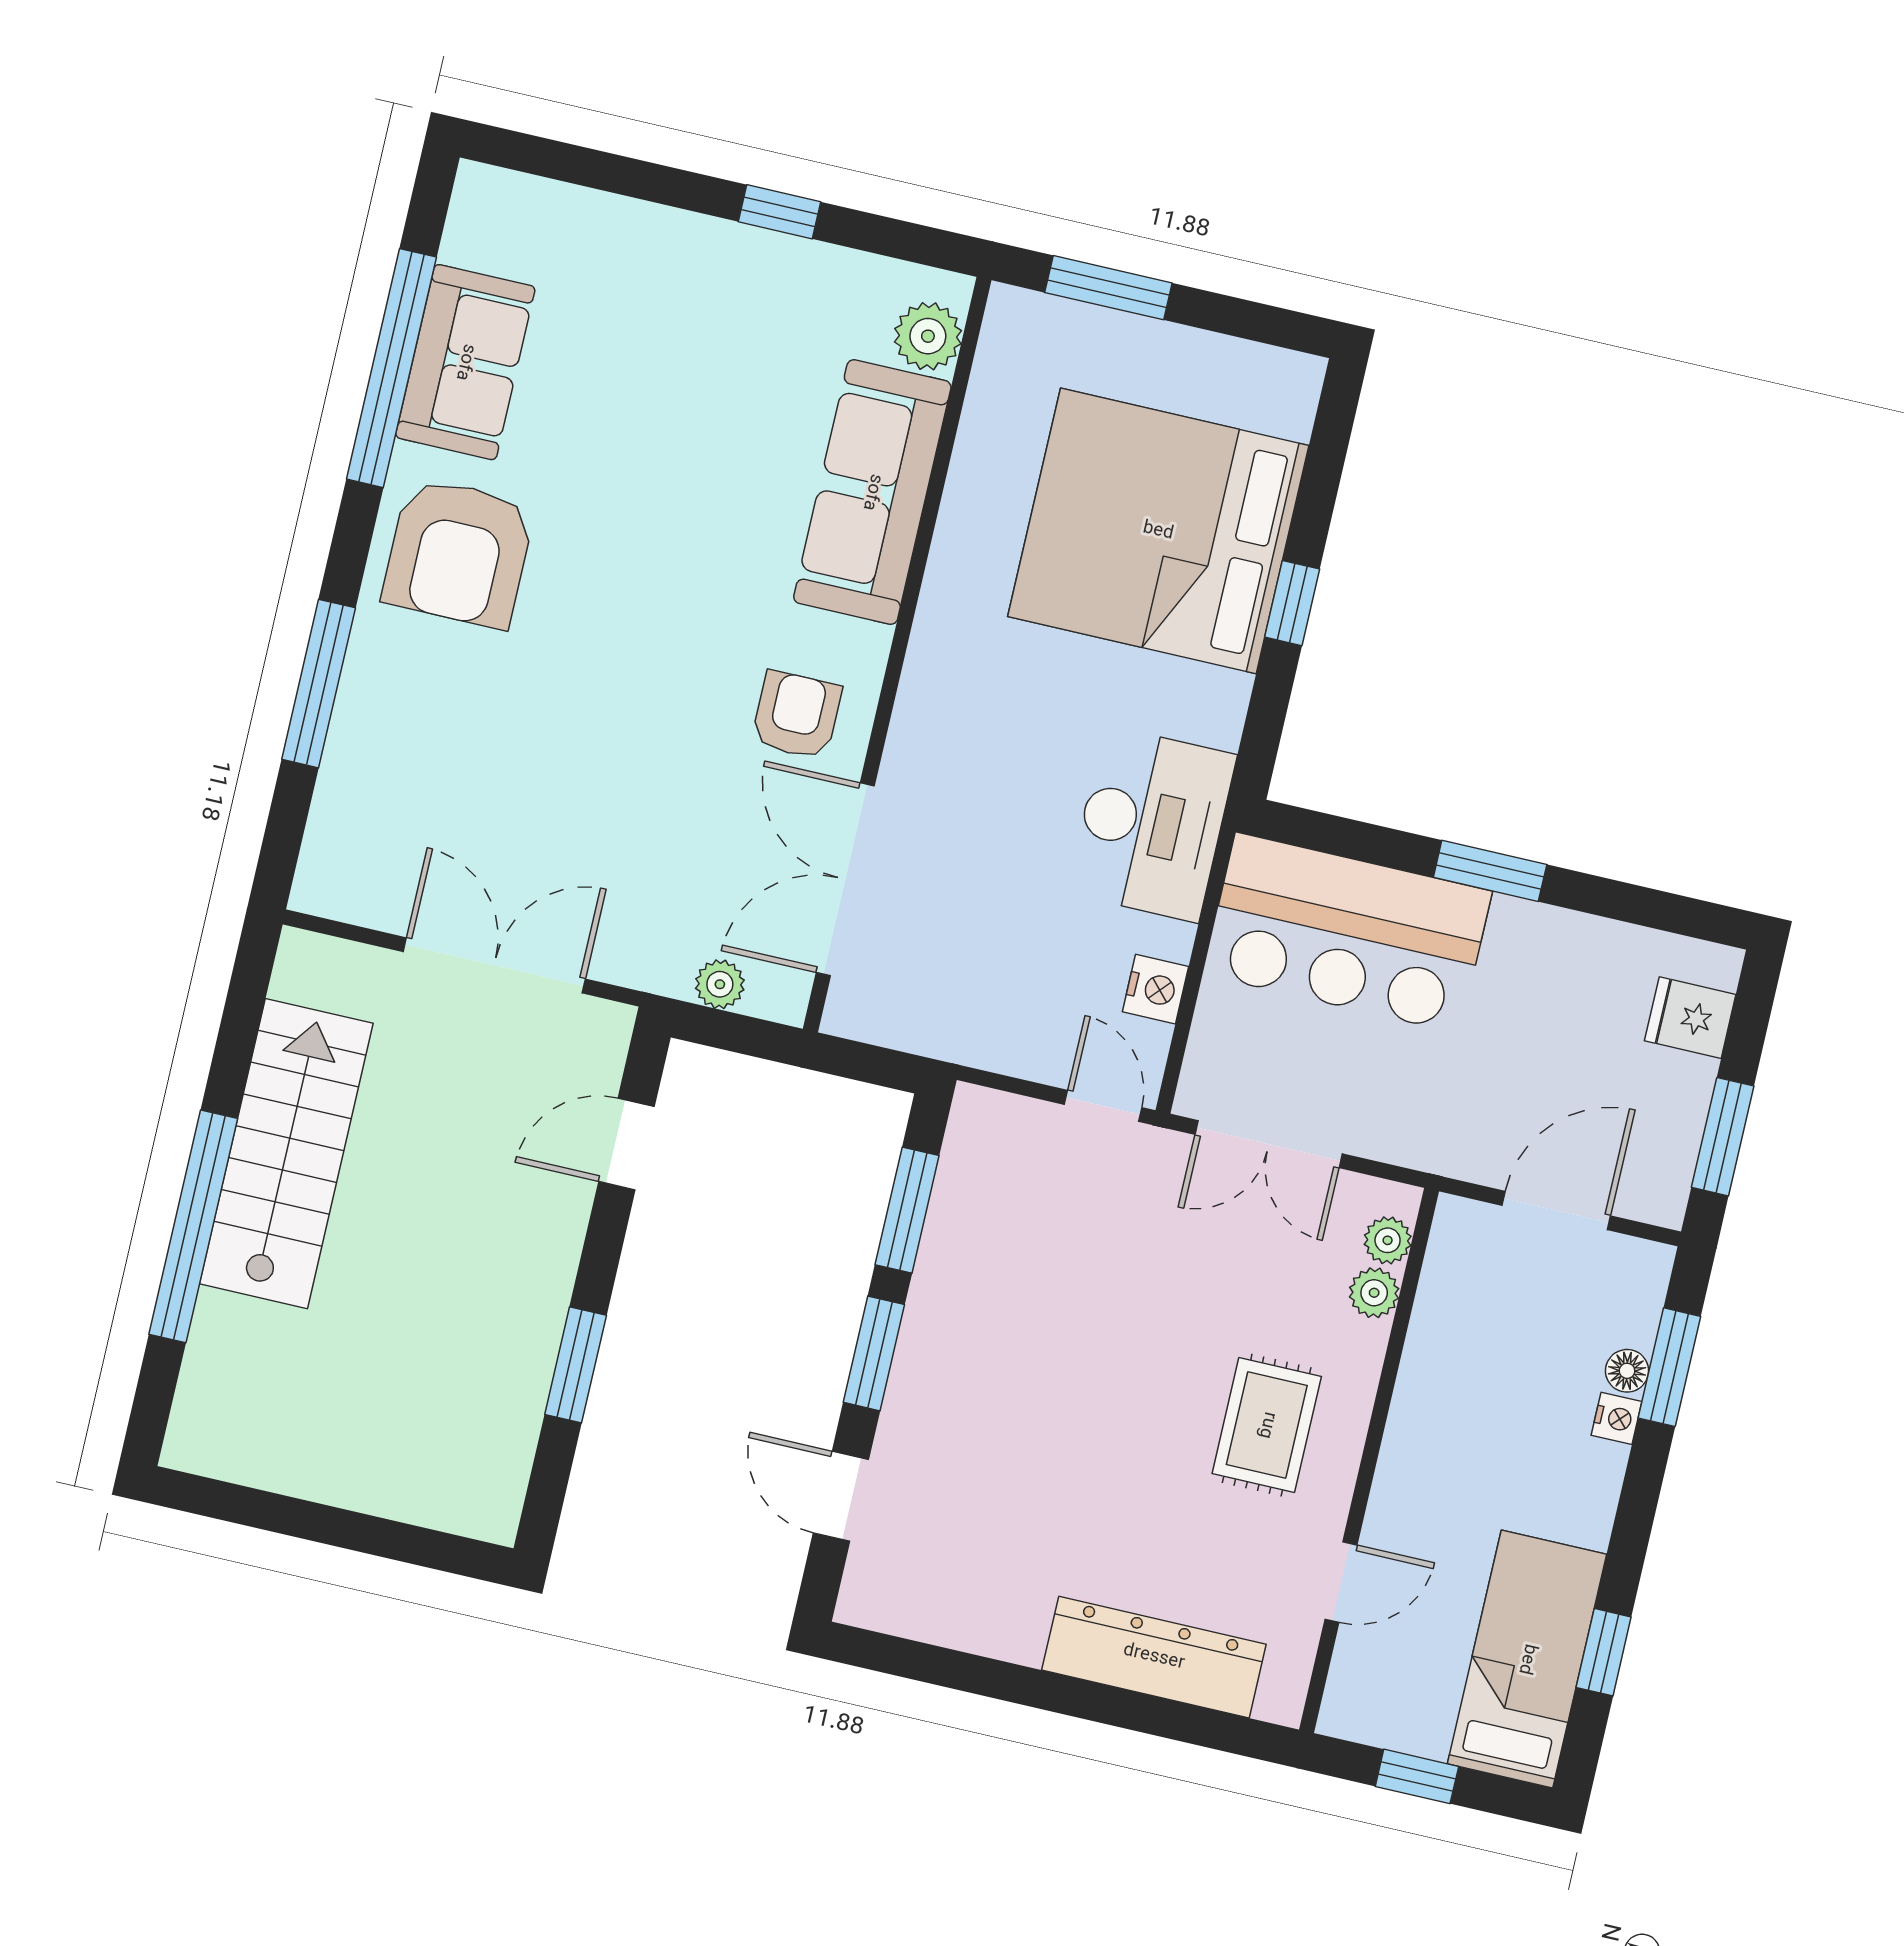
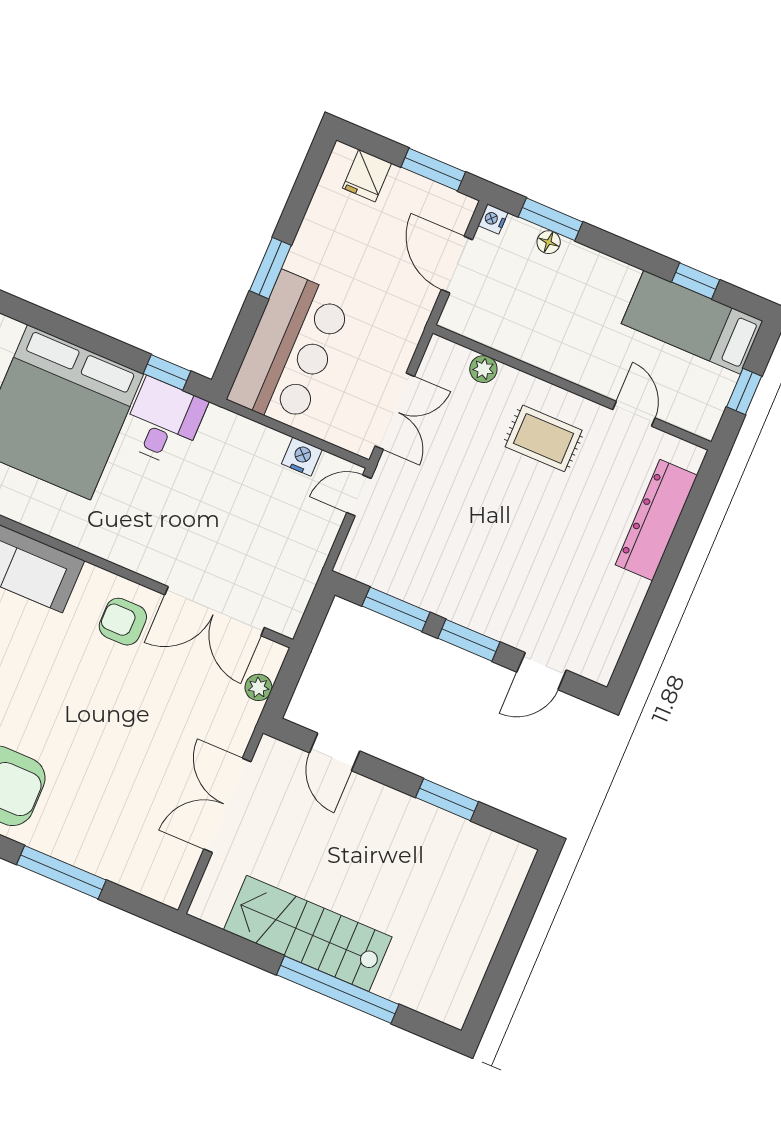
window: (1292, 603) -> (167, 372), moved
desk: (1152, 824) -> (164, 422), moved, width x0.73
plant: (1388, 1240) -> (457, 357), removed
nightstand: (1617, 1418) -> (493, 219), moved, turned -90

